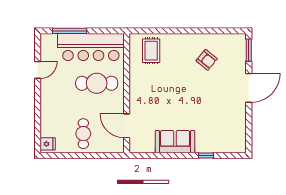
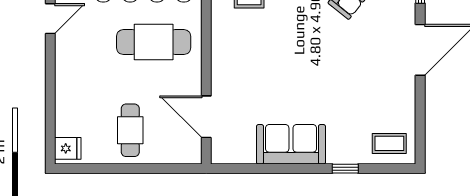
coffee table: (231, 141) -> (389, 143), added

